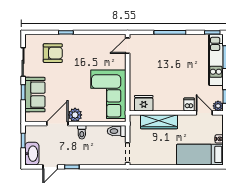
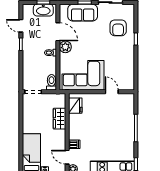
door: (128, 46) -> (112, 92), moved
door: (204, 113) -> (67, 157), swing flipped
wardrobe: (159, 122) -> (59, 119), width x0.67
washbasin: (32, 154) -> (43, 10), moved

